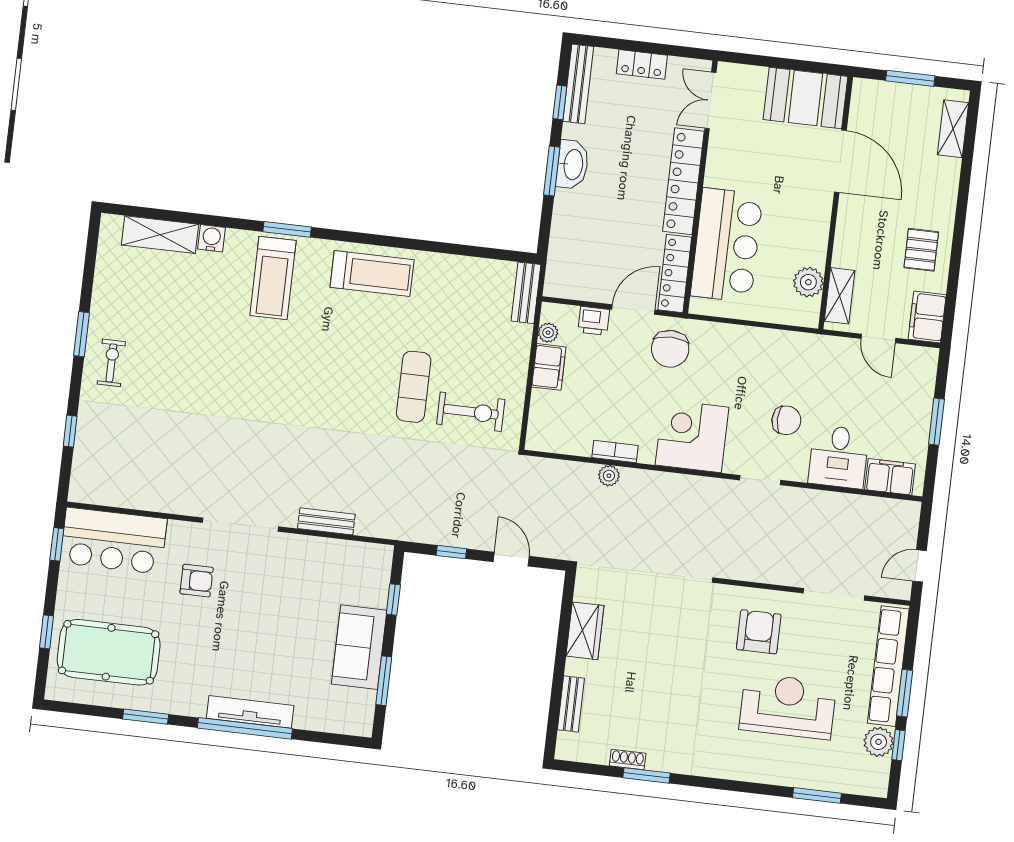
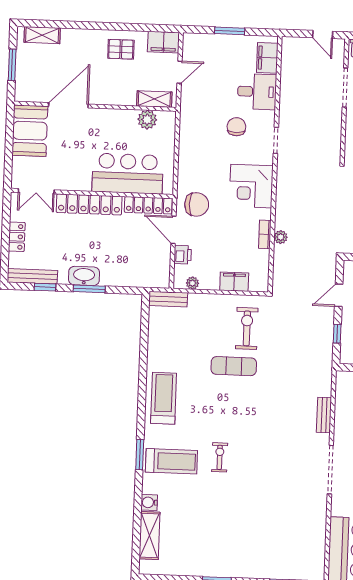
exercise bike: (111, 363) -> (220, 457), moved, turned 90
filing cabinet: (549, 367) -> (234, 282), moved

